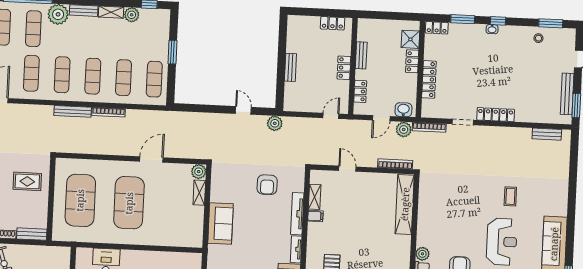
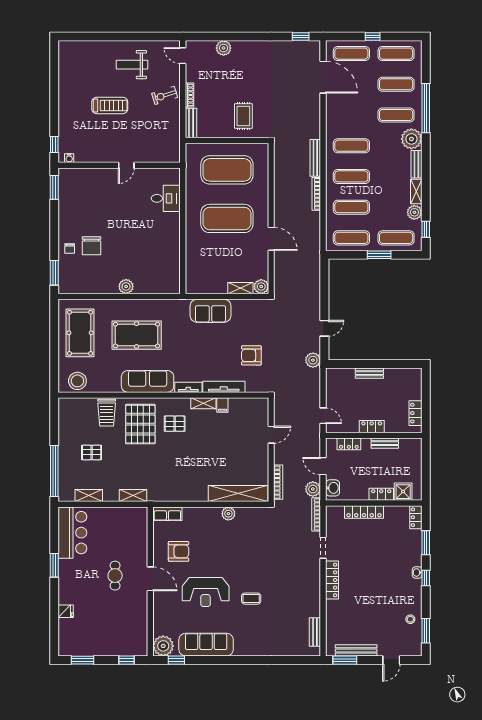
exercise mat: (31, 73) -> (396, 238), moved
shelving: (315, 197) -> (203, 403), moved
plant: (422, 254) -> (228, 514), moved

